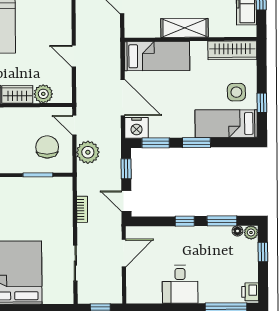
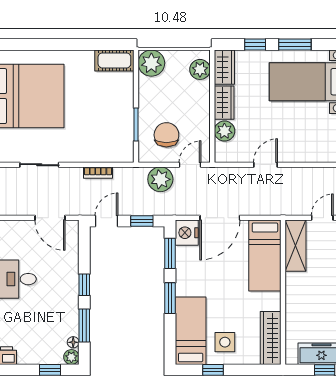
shelving: (185, 28) -> (295, 246), moved
chair: (47, 147) -> (166, 135), turned -90

